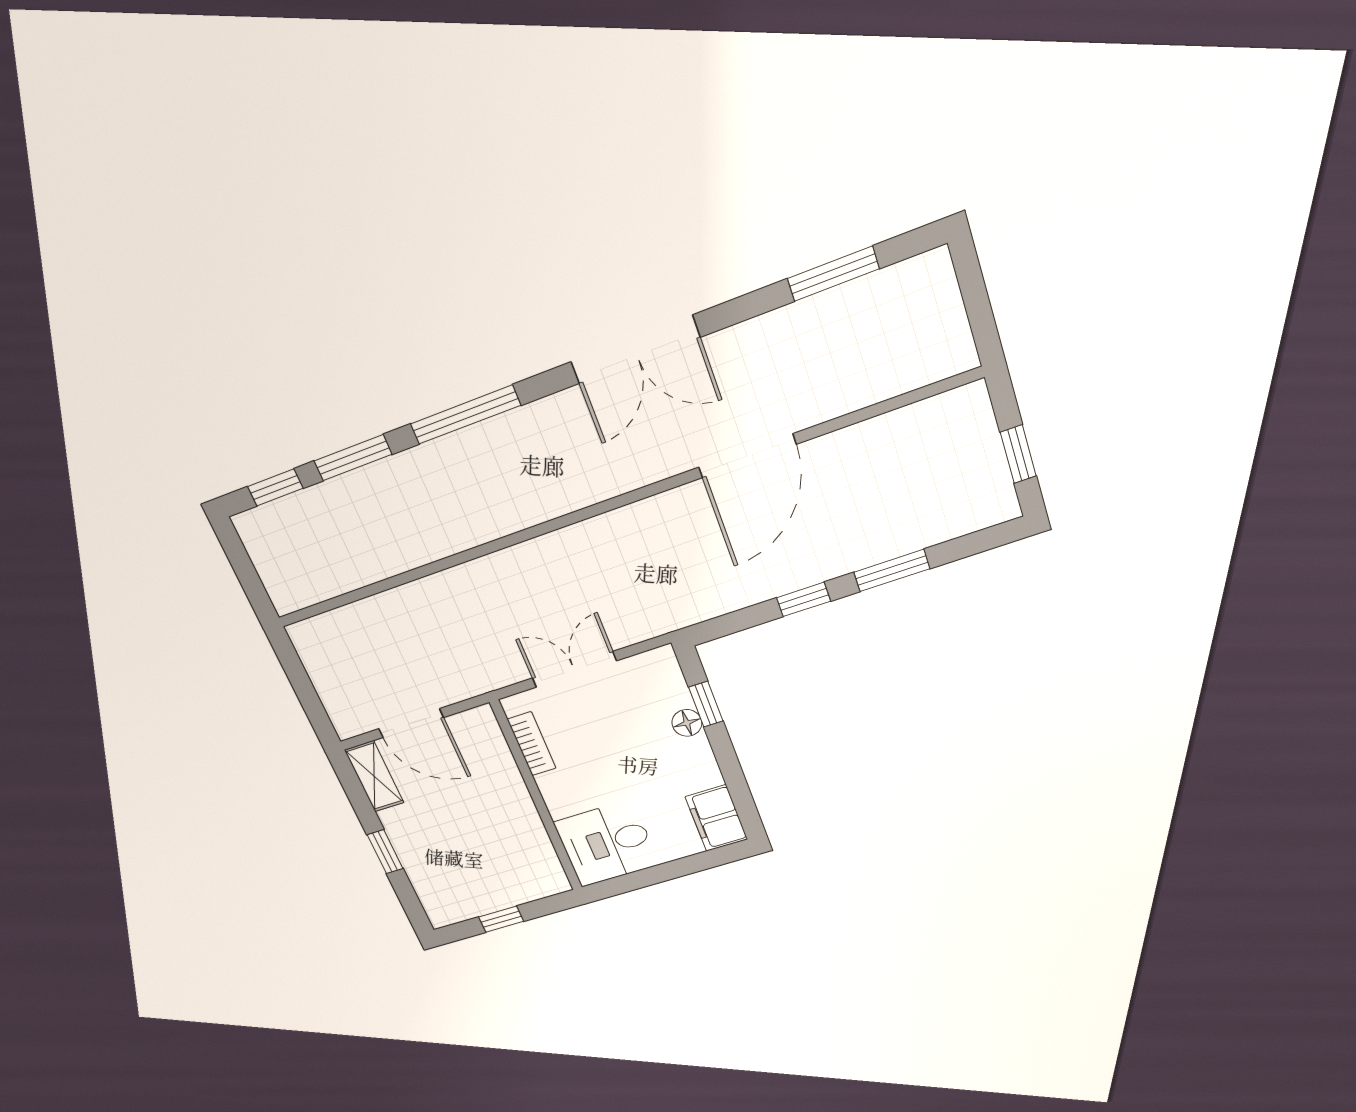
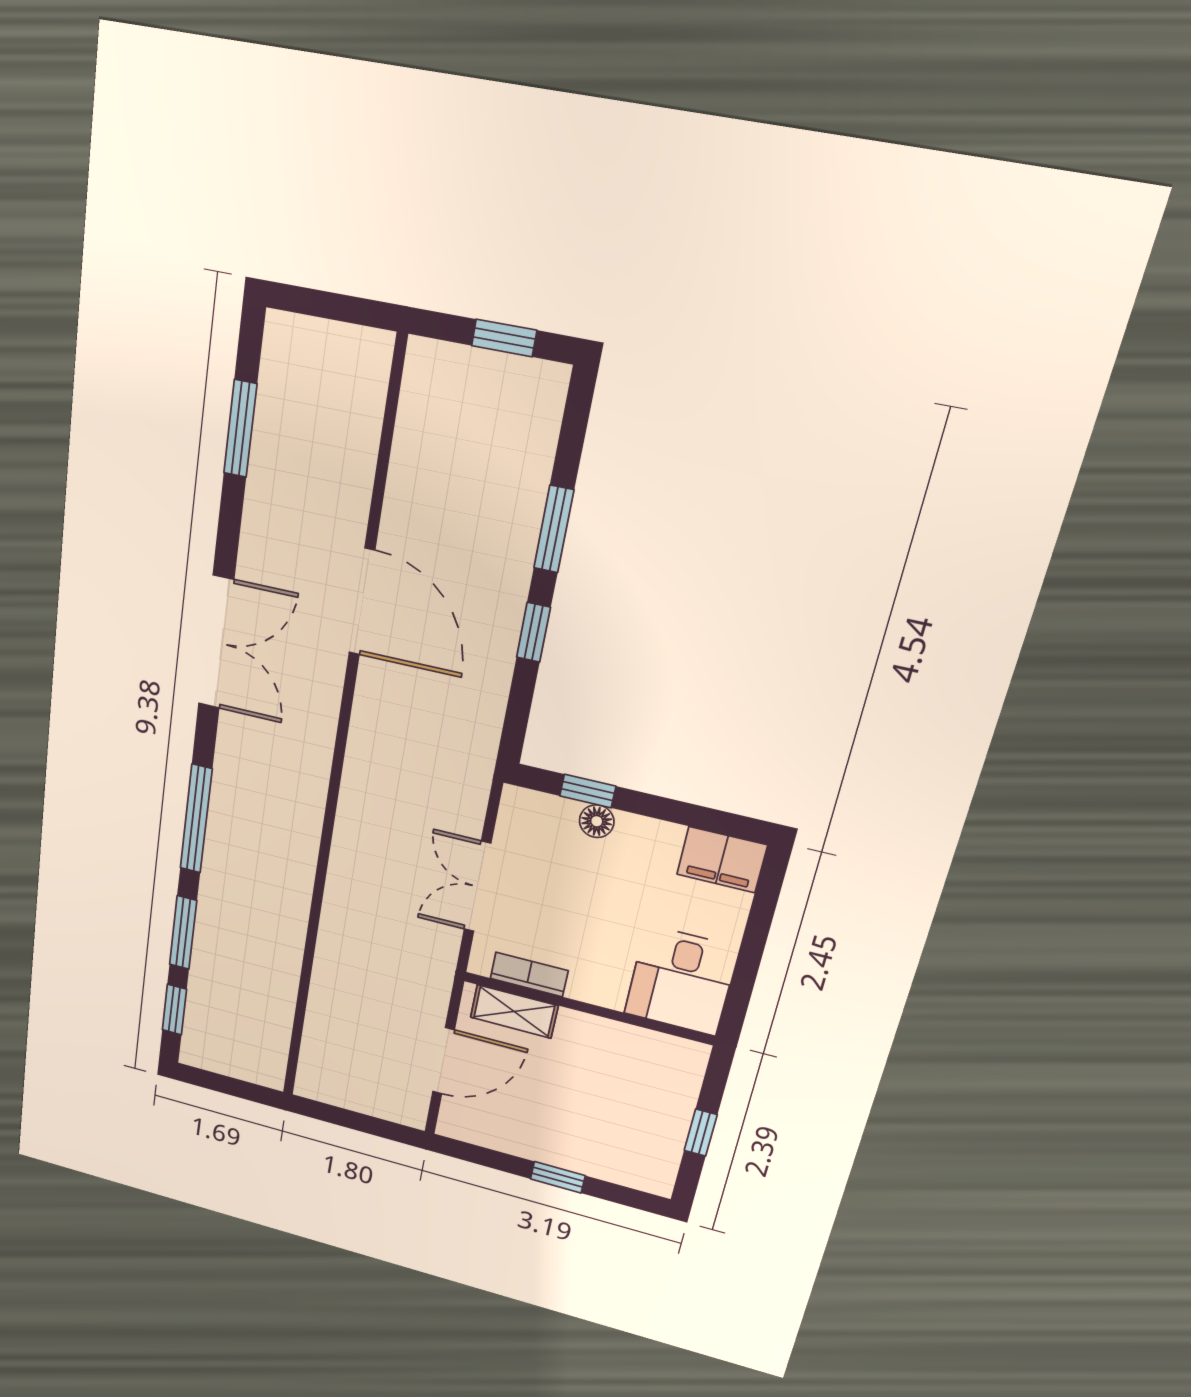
shelving: (374, 776) -> (514, 1011), moved

